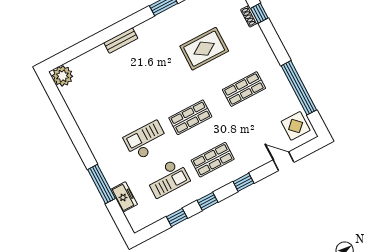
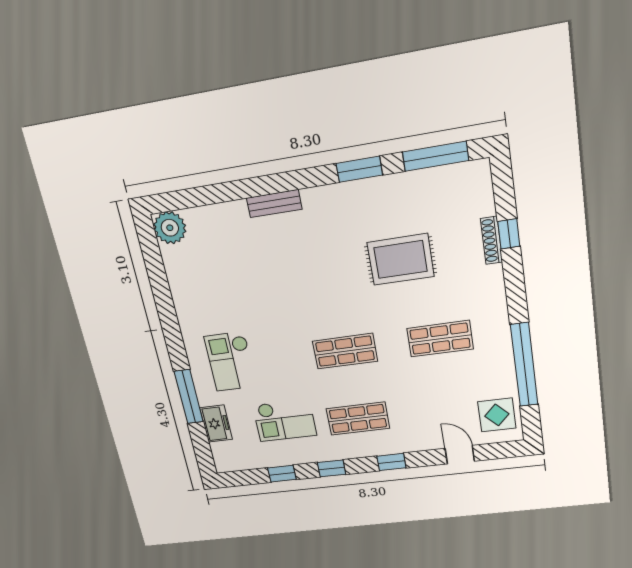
shoe rack: (249, 16) -> (492, 240), width x1.43
checkout: (146, 141) -> (230, 361), moved, turned -90

